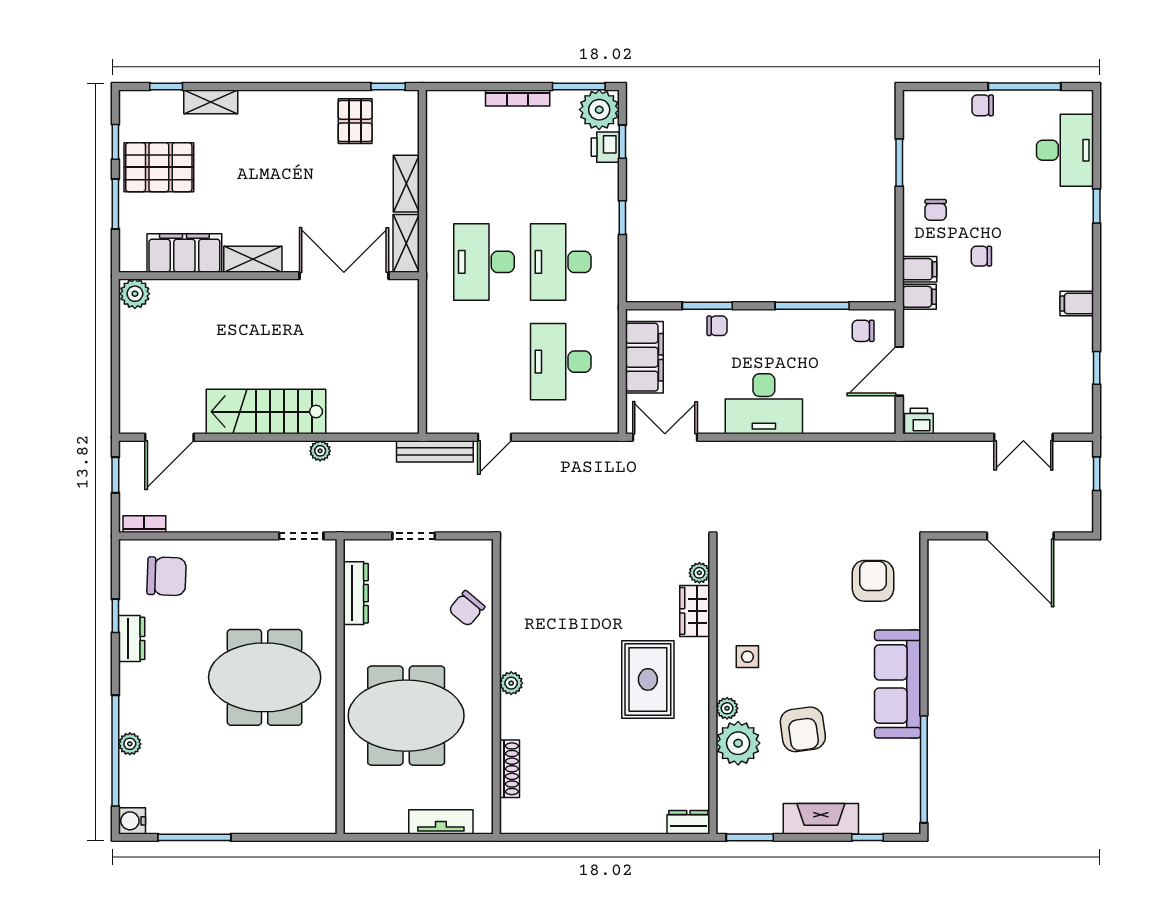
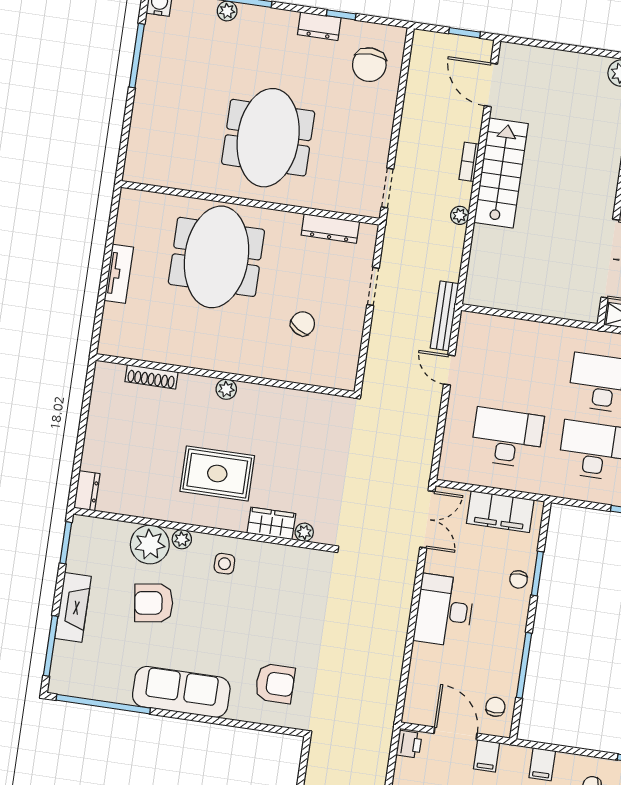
filing cabinet: (919, 297) -> (487, 756), moved
bookcase: (144, 524) -> (469, 162), moved, turned 180
chair: (467, 608) -> (303, 324), turned 82
plant: (511, 683) -> (226, 389), moved
wall: (496, 687) -> (225, 376), moved
shoe rack: (510, 769) -> (151, 377), moved
window: (867, 837) -> (51, 646), width x2.17

